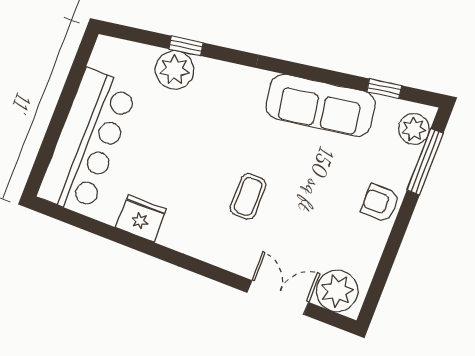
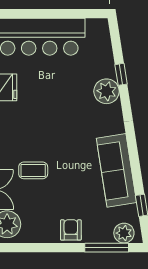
plant: (175, 70) -> (107, 91), moved
coffee table: (248, 196) -> (33, 170), moved

